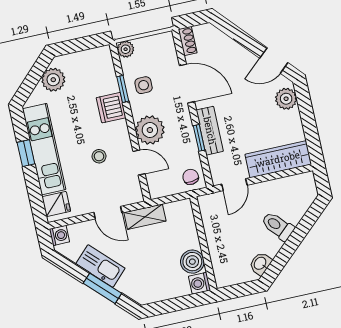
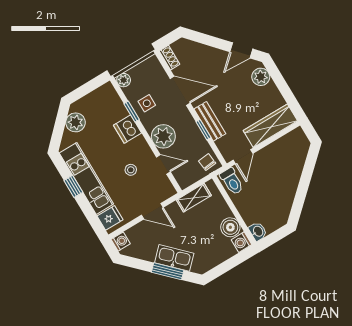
shelving: (145, 217) -> (194, 198), moved
toilet: (278, 226) -> (232, 181), moved, turned -137
washbasin: (260, 264) -> (258, 231), moved, turned 133
kitchen sink: (100, 266) -> (174, 258), moved

